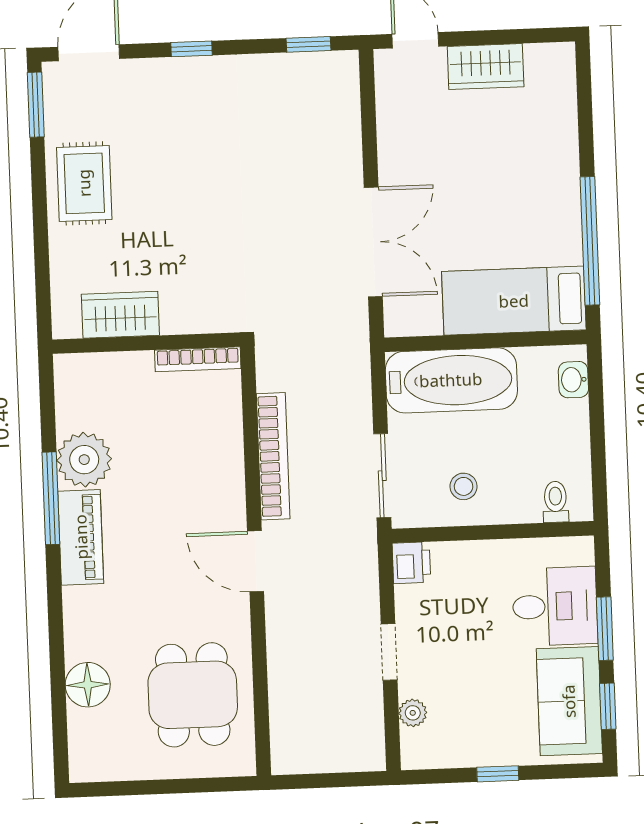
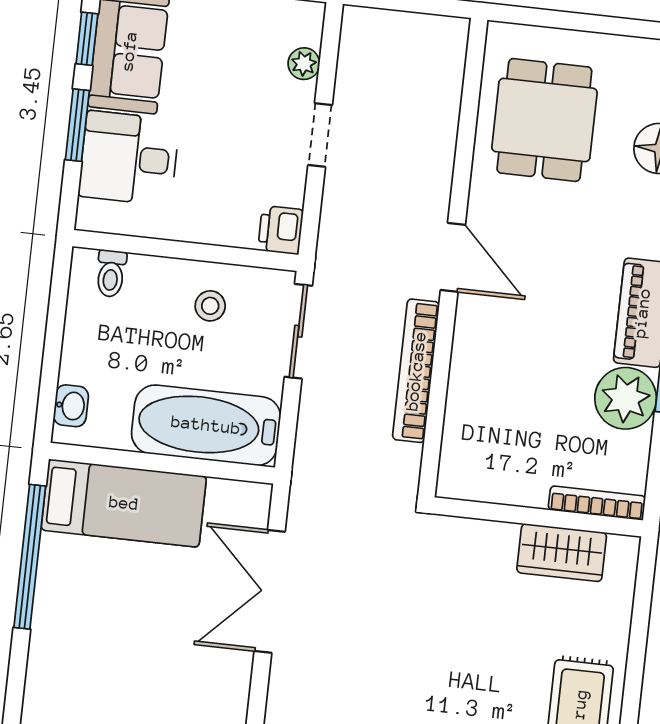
bookcase: (198, 359) -> (597, 503), moved

